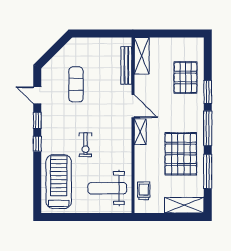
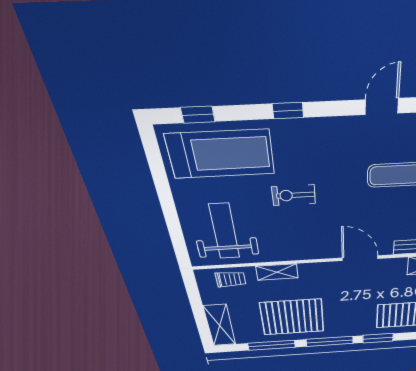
door: (133, 106) -> (360, 258), swing flipped
window: (37, 120) -> (198, 115), moved
shelving: (140, 132) -> (277, 272), moved

